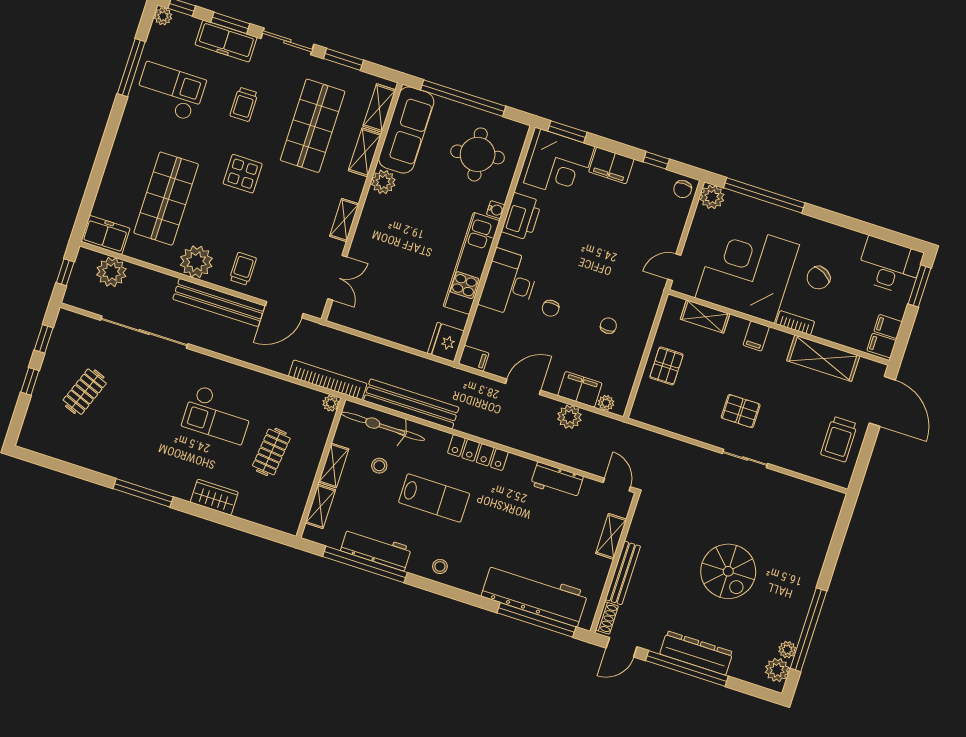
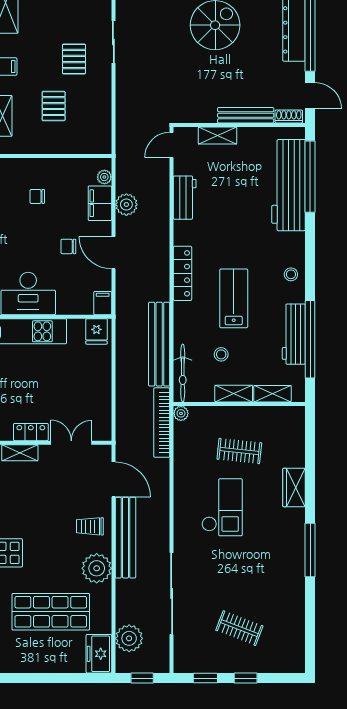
locker: (362, 239) -> (31, 432), added
chair: (551, 308) -> (68, 246), moved, turned 180
fridge: (446, 342) -> (96, 332), width x0.72
pallet: (666, 366) -> (54, 106), moved, turned 90
bicycle: (383, 426) -> (183, 373), width x0.73, depth x0.71

